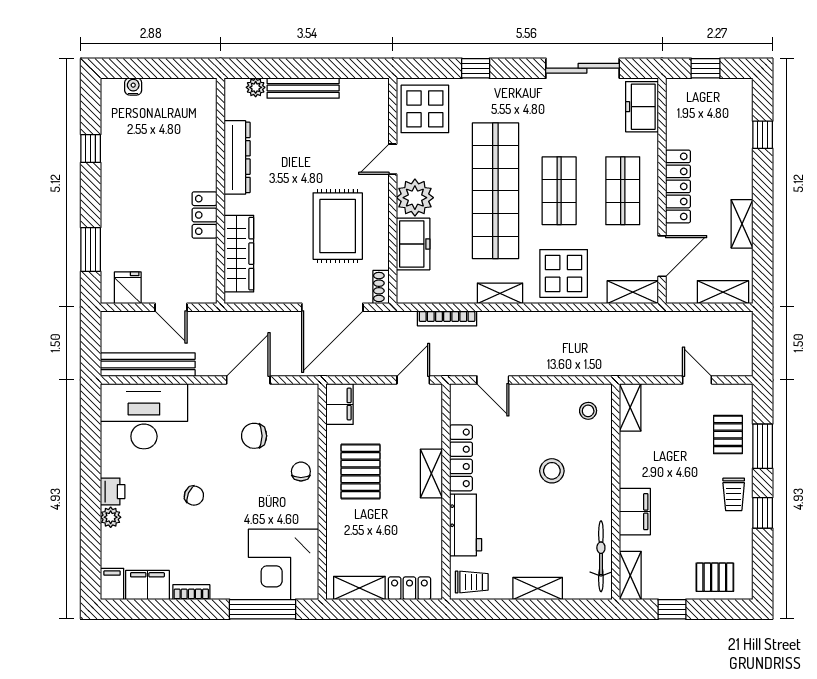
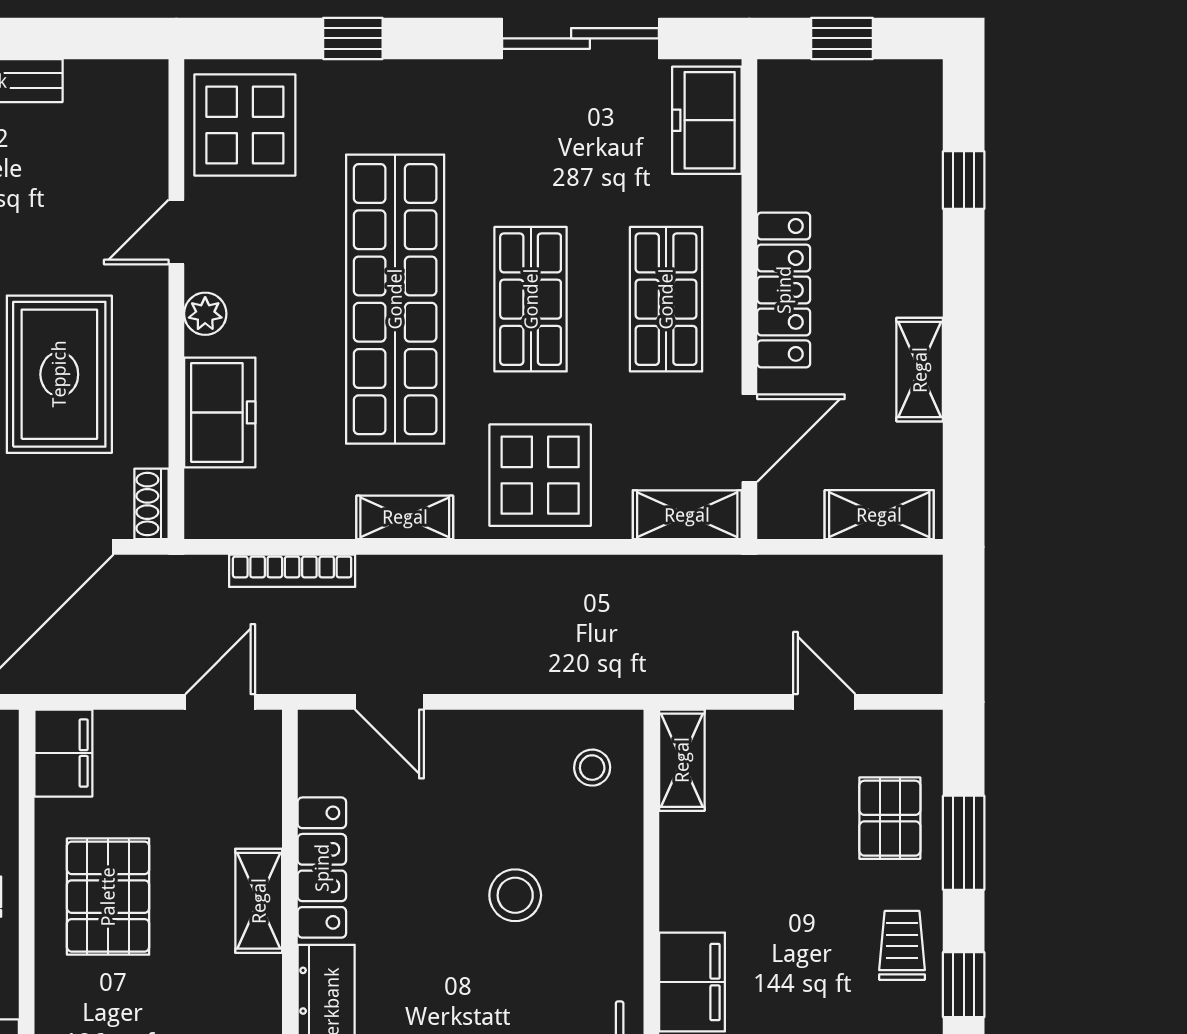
plant: (415, 198) -> (205, 314), width x0.53, depth x0.53
trolley: (734, 494) -> (902, 945), turned 180

